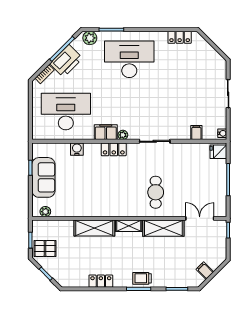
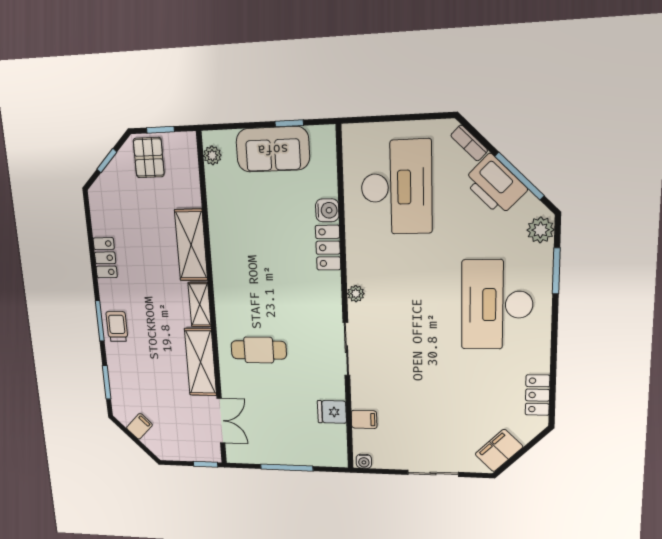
desk: (129, 59) -> (497, 305), turned 180
filing cabinet: (106, 132) -> (499, 450), moved, turned -135
locker: (114, 149) -> (328, 248), moved
fridge: (218, 152) -> (332, 412), moved, turned -90

